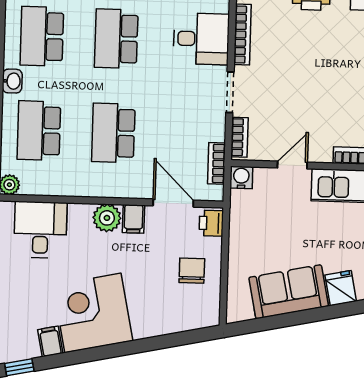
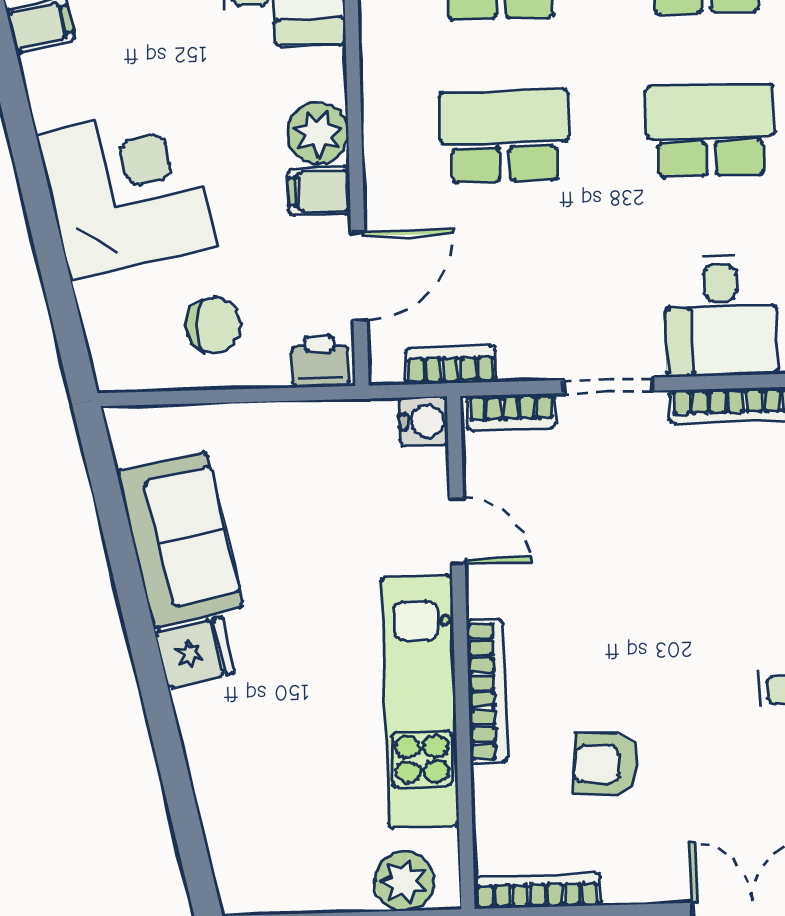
corner desk: (93, 313) -> (126, 191), moved

